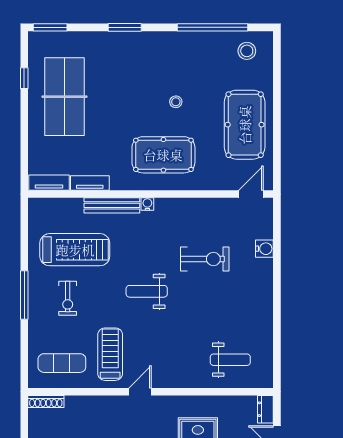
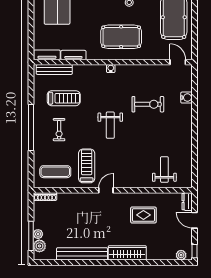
door: (251, 194) -> (178, 62), hinge flipped
bench: (112, 205) -> (54, 70), moved
treadmill: (75, 250) -> (64, 98), width x0.73, depth x0.73
weight bench: (147, 291) -> (110, 125), turned -90
window: (24, 295) -> (31, 128), width x1.46
weight bench: (230, 360) -> (164, 169), turned -90

